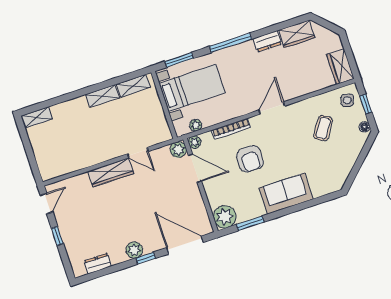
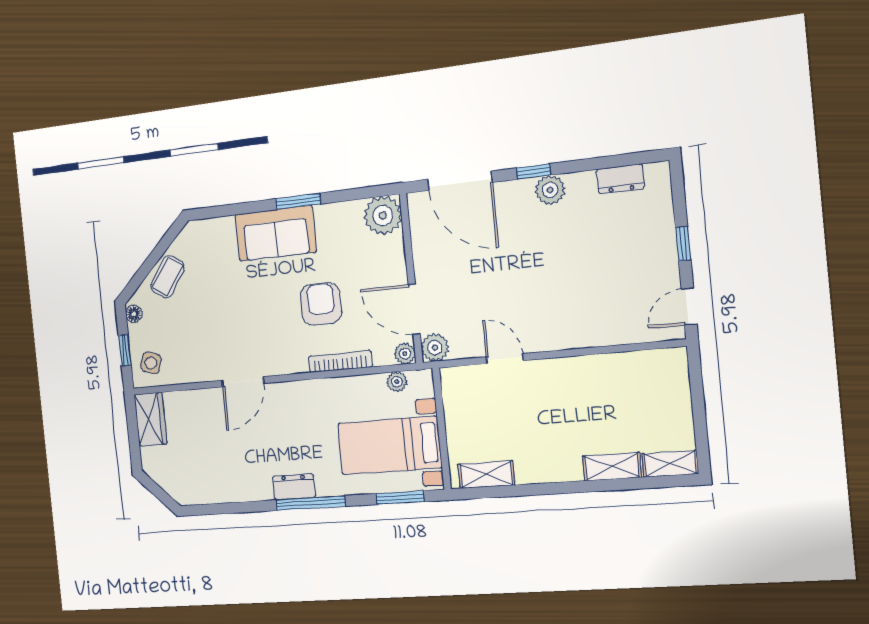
wardrobe: (297, 34) -> (205, 489), removed
dresser: (267, 41) -> (294, 487), moved
shelving: (103, 96) -> (612, 467), moved
door: (272, 108) -> (243, 382), moved
coffee table: (323, 128) -> (168, 277), moved
wardrobe: (111, 172) -> (560, 336), removed
window: (250, 223) -> (298, 201), moved

